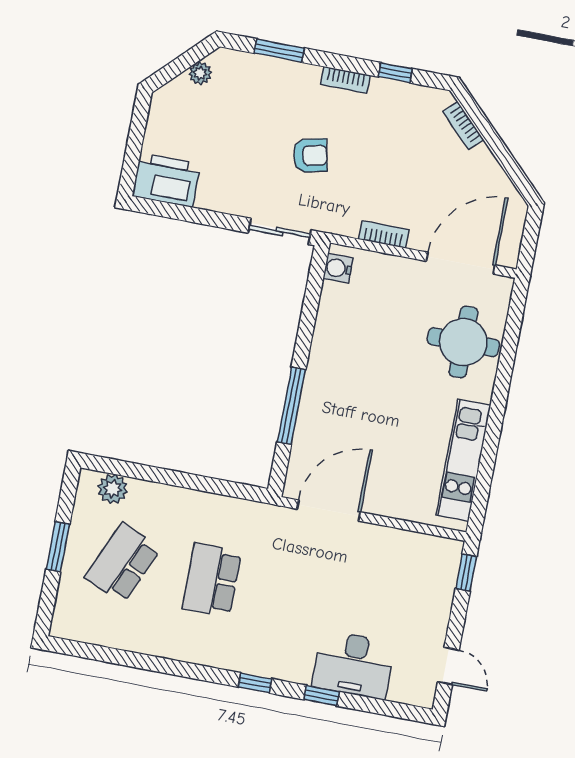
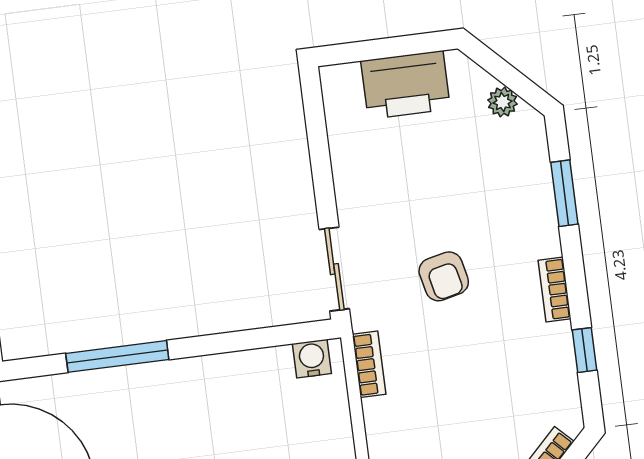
printer: (166, 180) -> (406, 85), moved, turned 90
bookcase: (384, 234) -> (369, 364), moved

